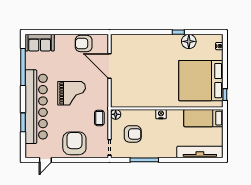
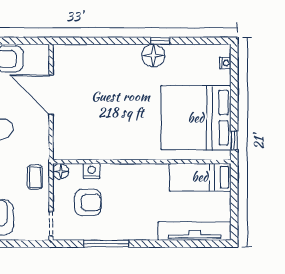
floor lamp: (189, 41) -> (153, 56), moved
nightstand: (161, 114) -> (92, 171), moved

